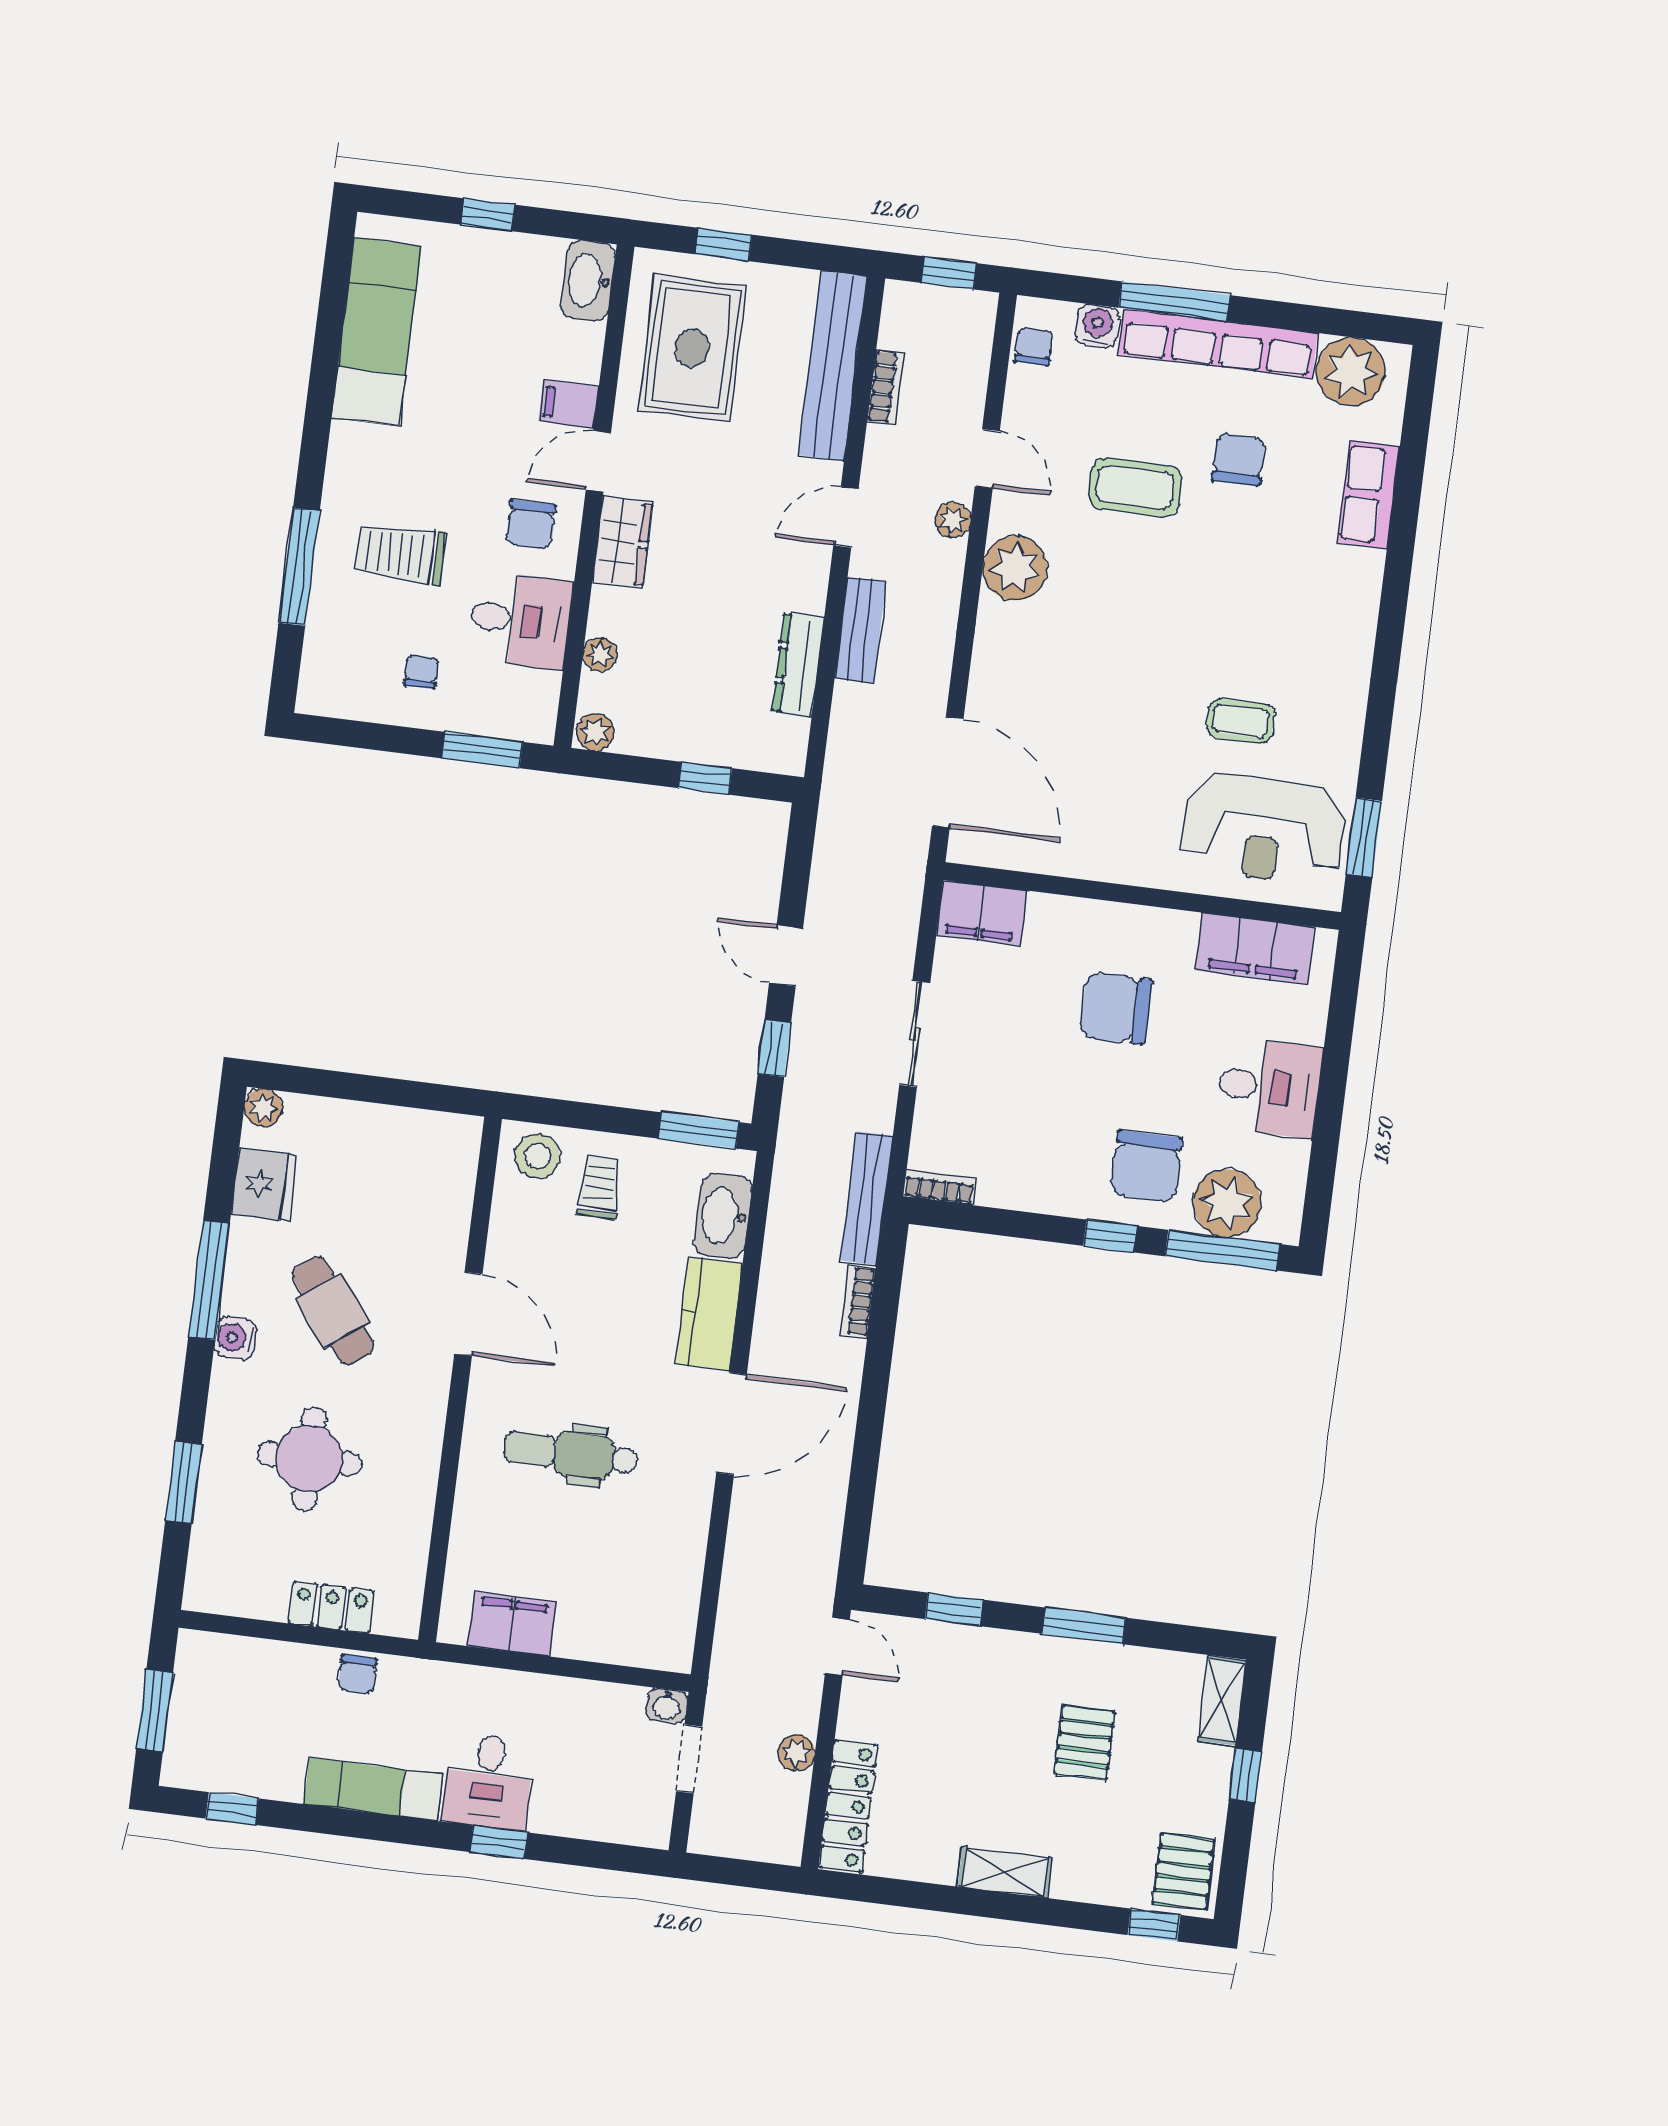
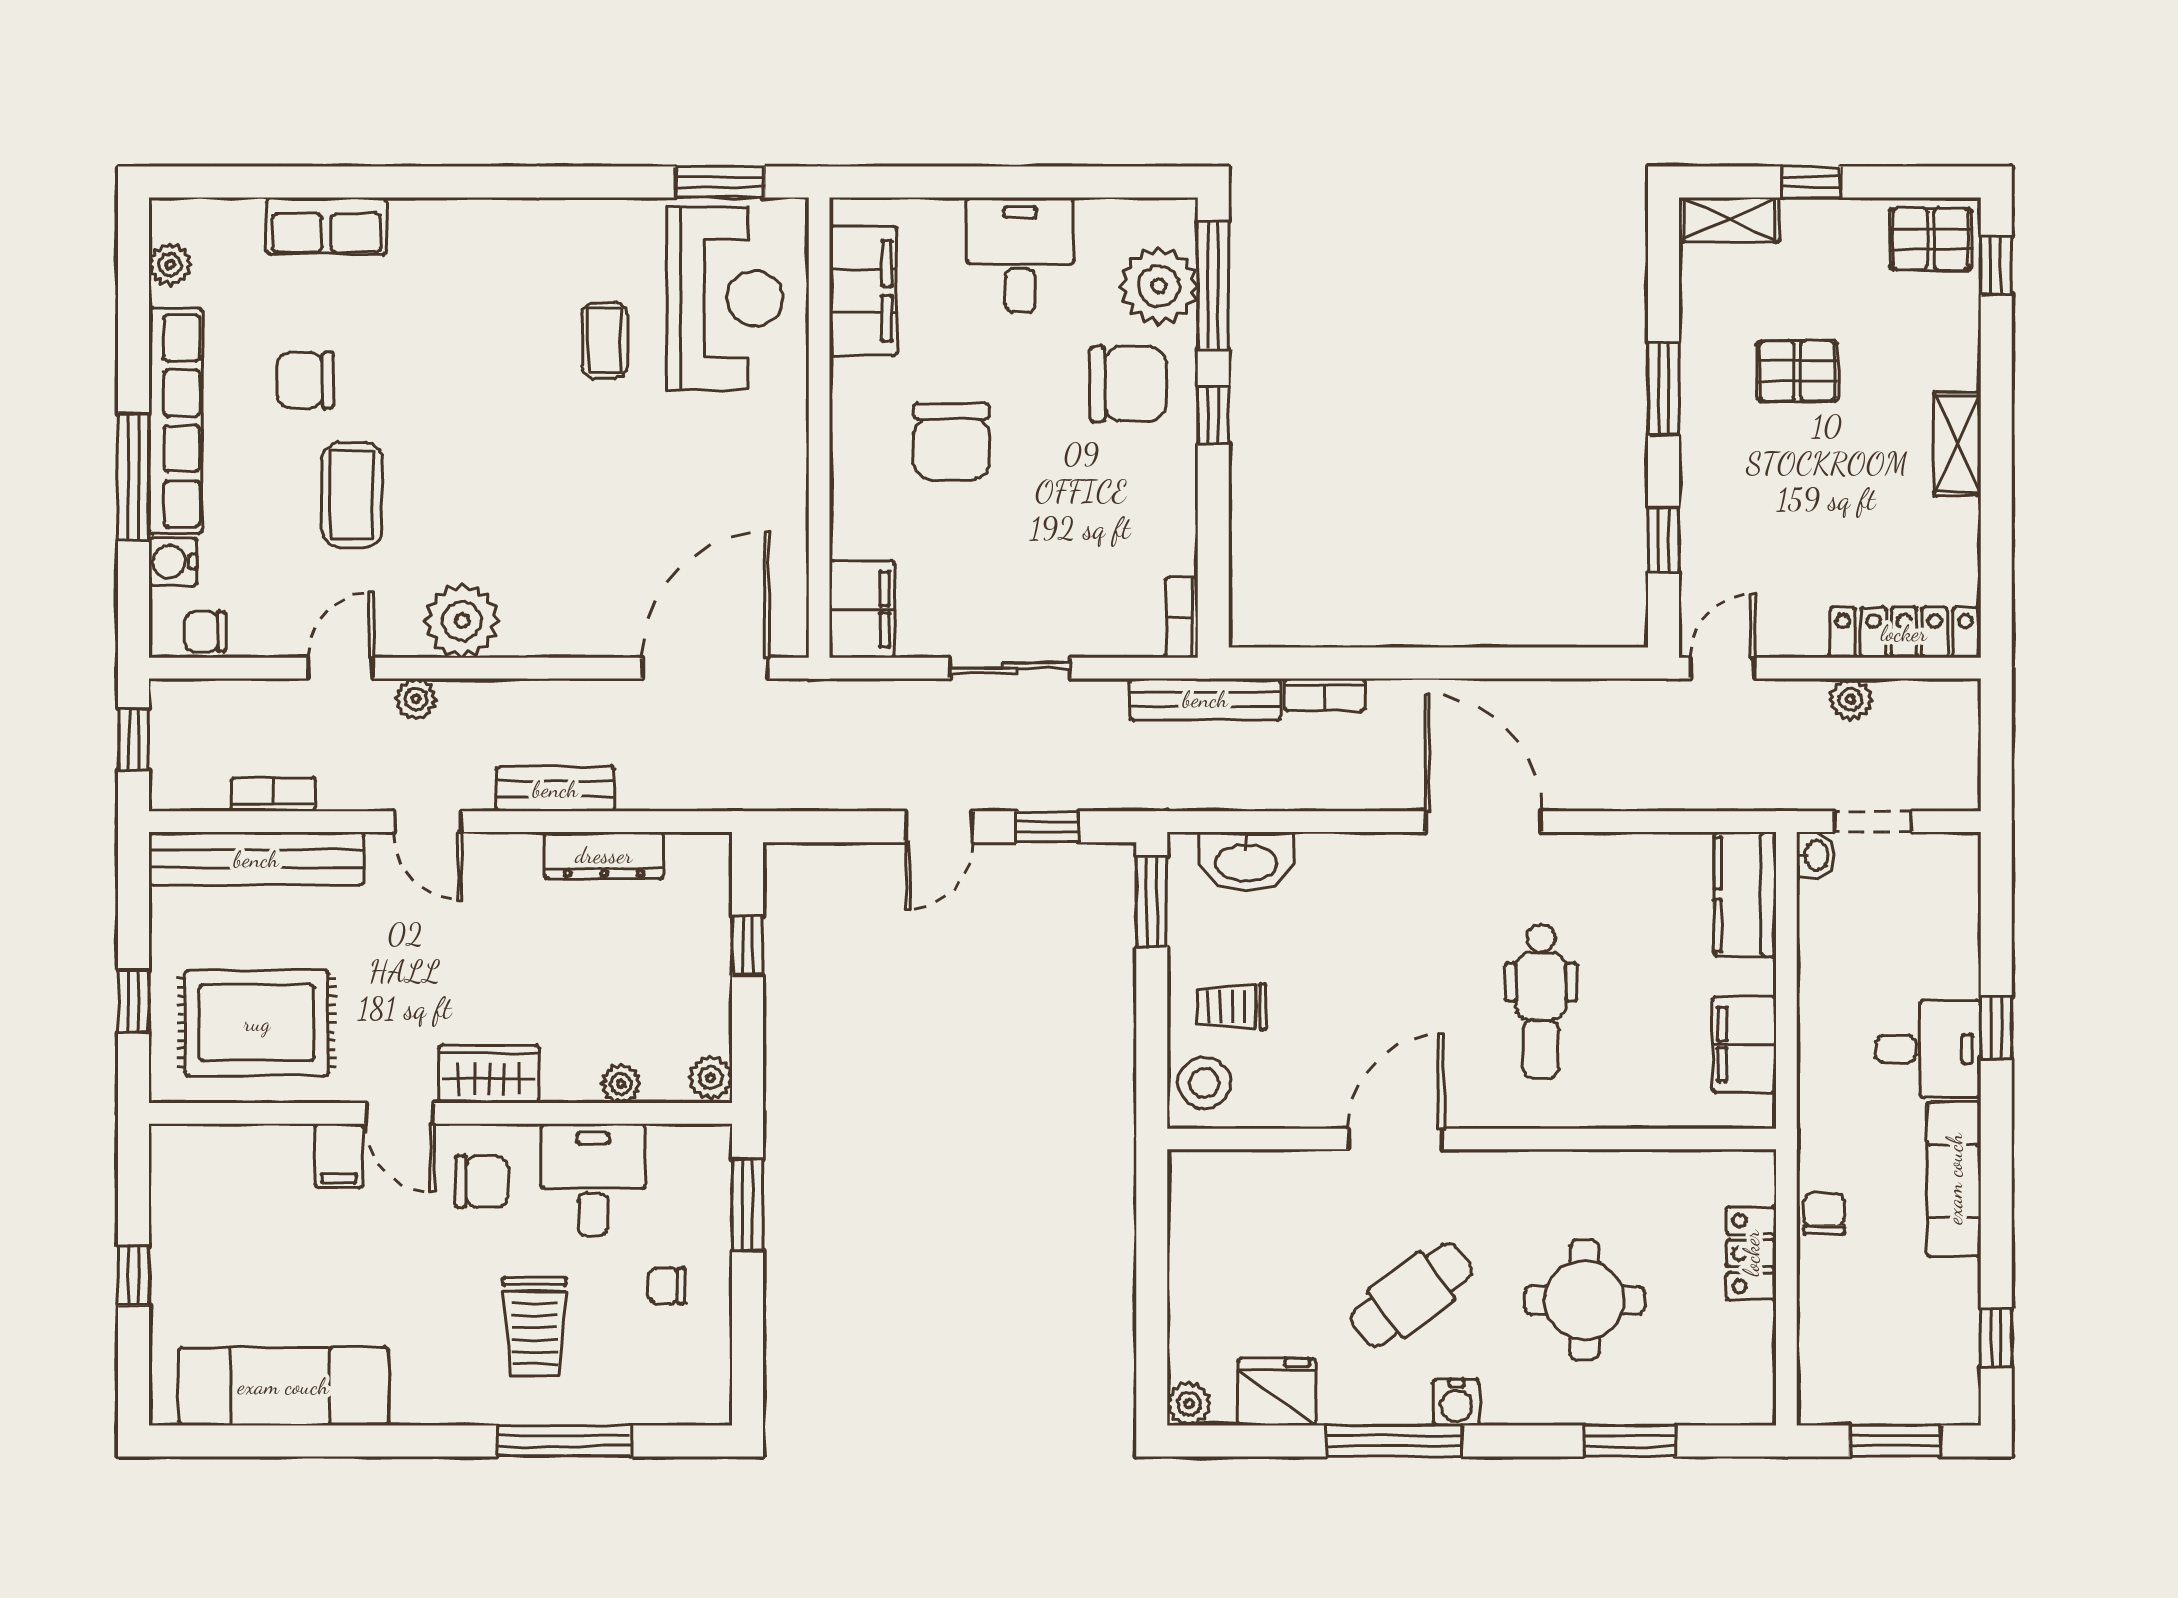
washbasin: (588, 281) -> (194, 1151), removed
plant: (1351, 372) -> (170, 264), width x0.53, depth x0.53
kitchen counter: (709, 1314) -> (1745, 894), moved, turned 90
chair: (358, 1674) -> (1824, 1214), turned -90

